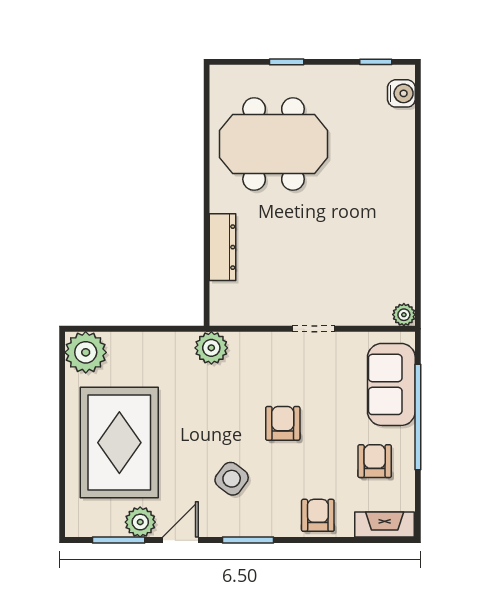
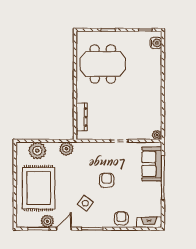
dresser: (223, 247) -> (82, 117), moved
plant: (211, 348) -> (66, 149), moved
plant: (86, 352) -> (37, 151), moved
armchair: (375, 461) -> (145, 196), removed

